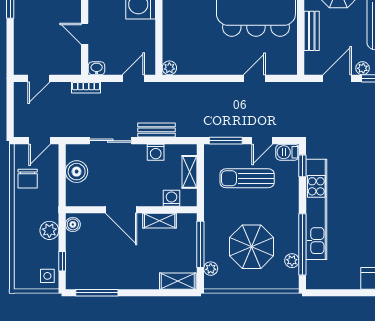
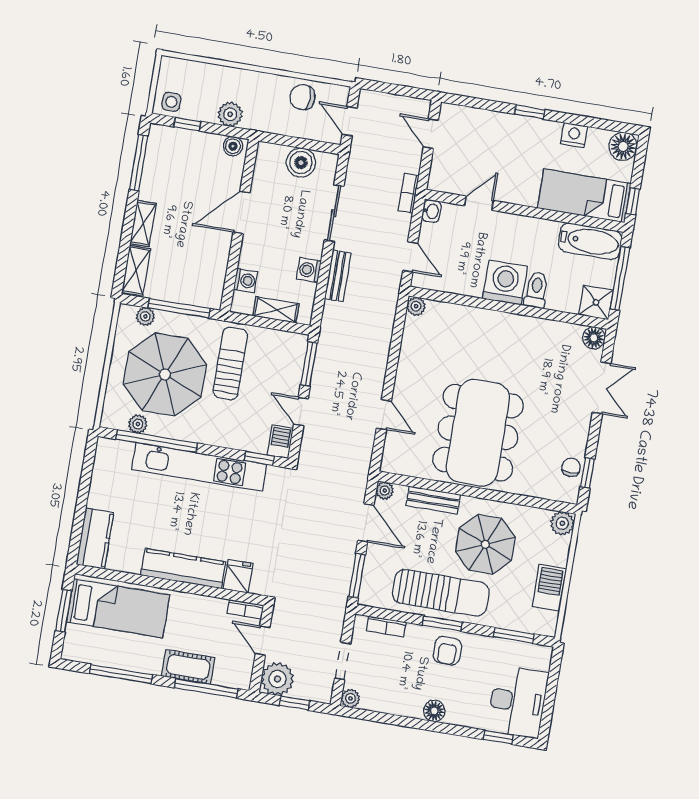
plant: (363, 68) -> (385, 491), moved
sun lounger: (247, 178) -> (230, 363), moved
shelving: (160, 221) -> (143, 223), moved
parasol: (252, 247) -> (165, 374), width x1.36, depth x1.36

